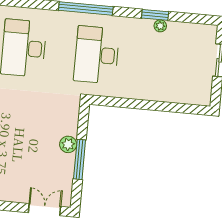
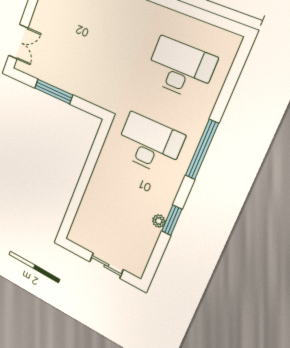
plant: (68, 144) -> (71, 85), removed

